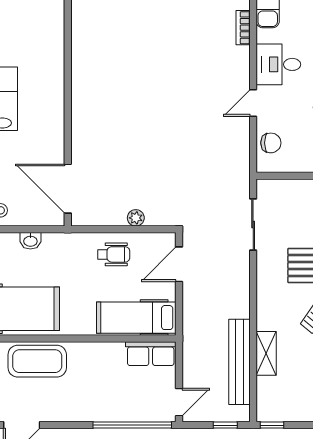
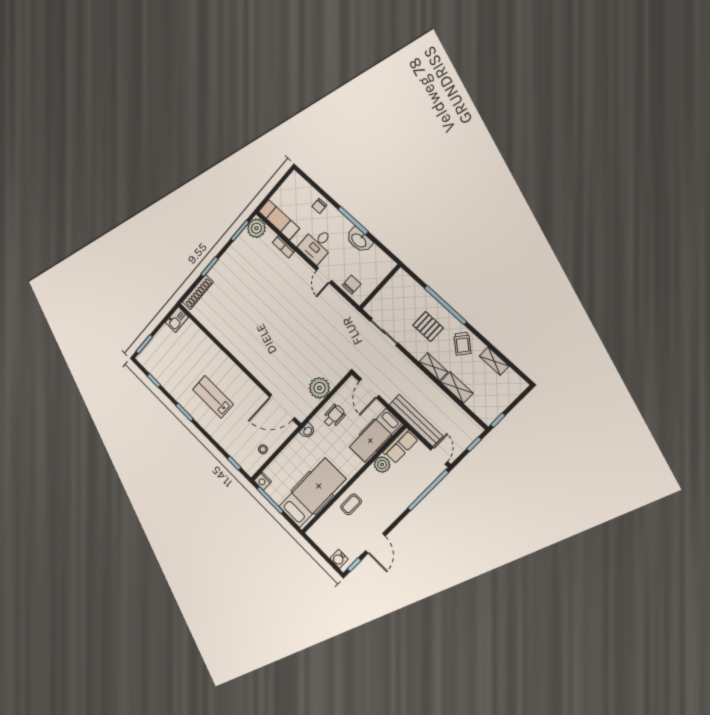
plant: (136, 218) -> (319, 388), width x1.87, depth x1.87
washbasin: (30, 241) -> (307, 431), moved
shelving: (265, 310) -> (433, 367), added
plant: (112, 353) -> (382, 464), added
coffee table: (37, 361) -> (351, 504), width x0.54, depth x0.58
bench: (239, 362) -> (416, 420), moved

